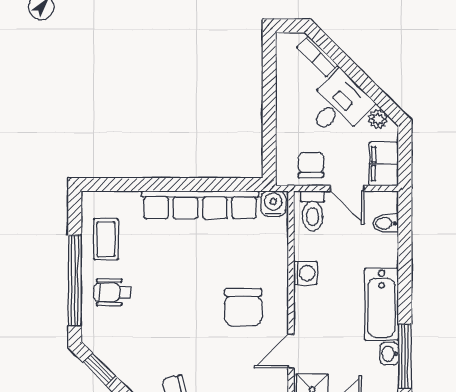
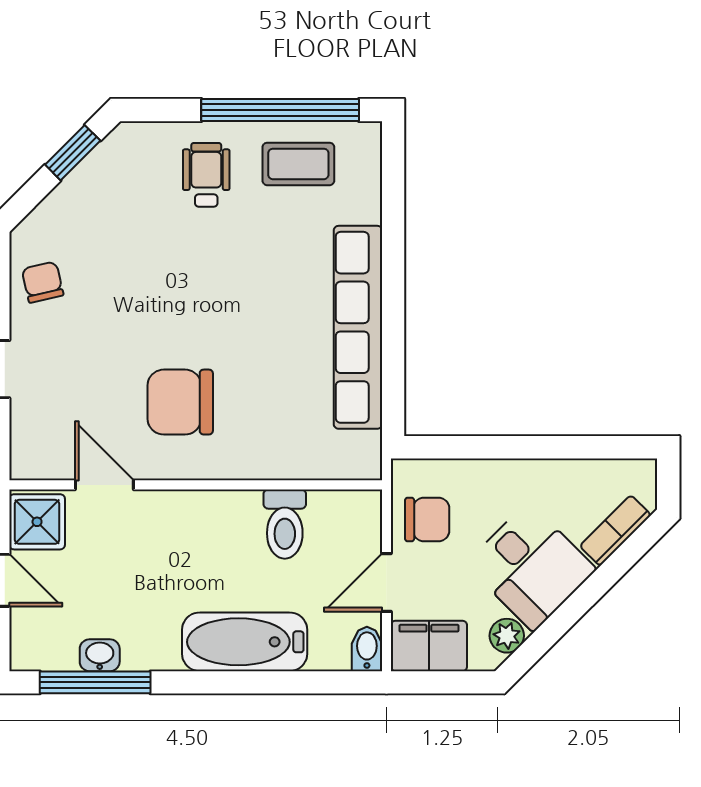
water cooler: (273, 204) -> (360, 454), removed
toilet: (313, 211) -> (285, 524), moved, turned -90
bidet: (386, 223) -> (367, 649), moved
washing machine: (305, 273) -> (240, 510), removed
window: (75, 280) -> (280, 110), moved
bathtub: (381, 304) -> (245, 642), moved

